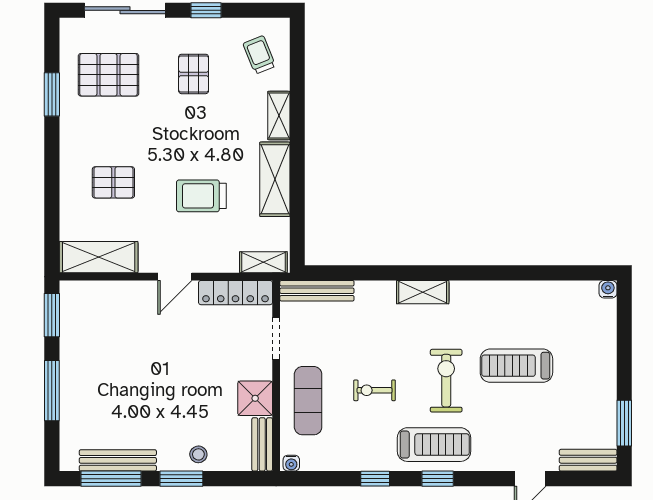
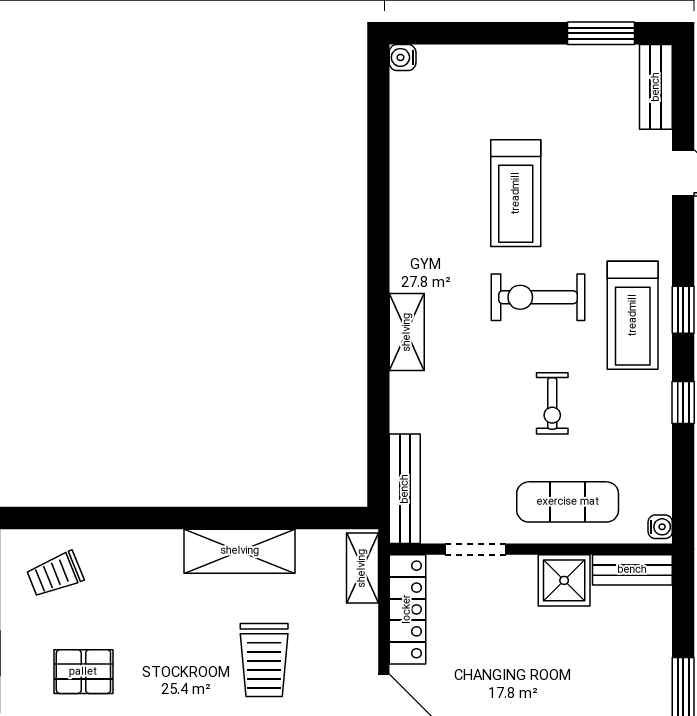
shelving: (279, 116) -> (145, 545), removed
treadmill: (434, 445) -> (633, 315), turned 180
stool: (198, 454) -> (647, 664), removed

